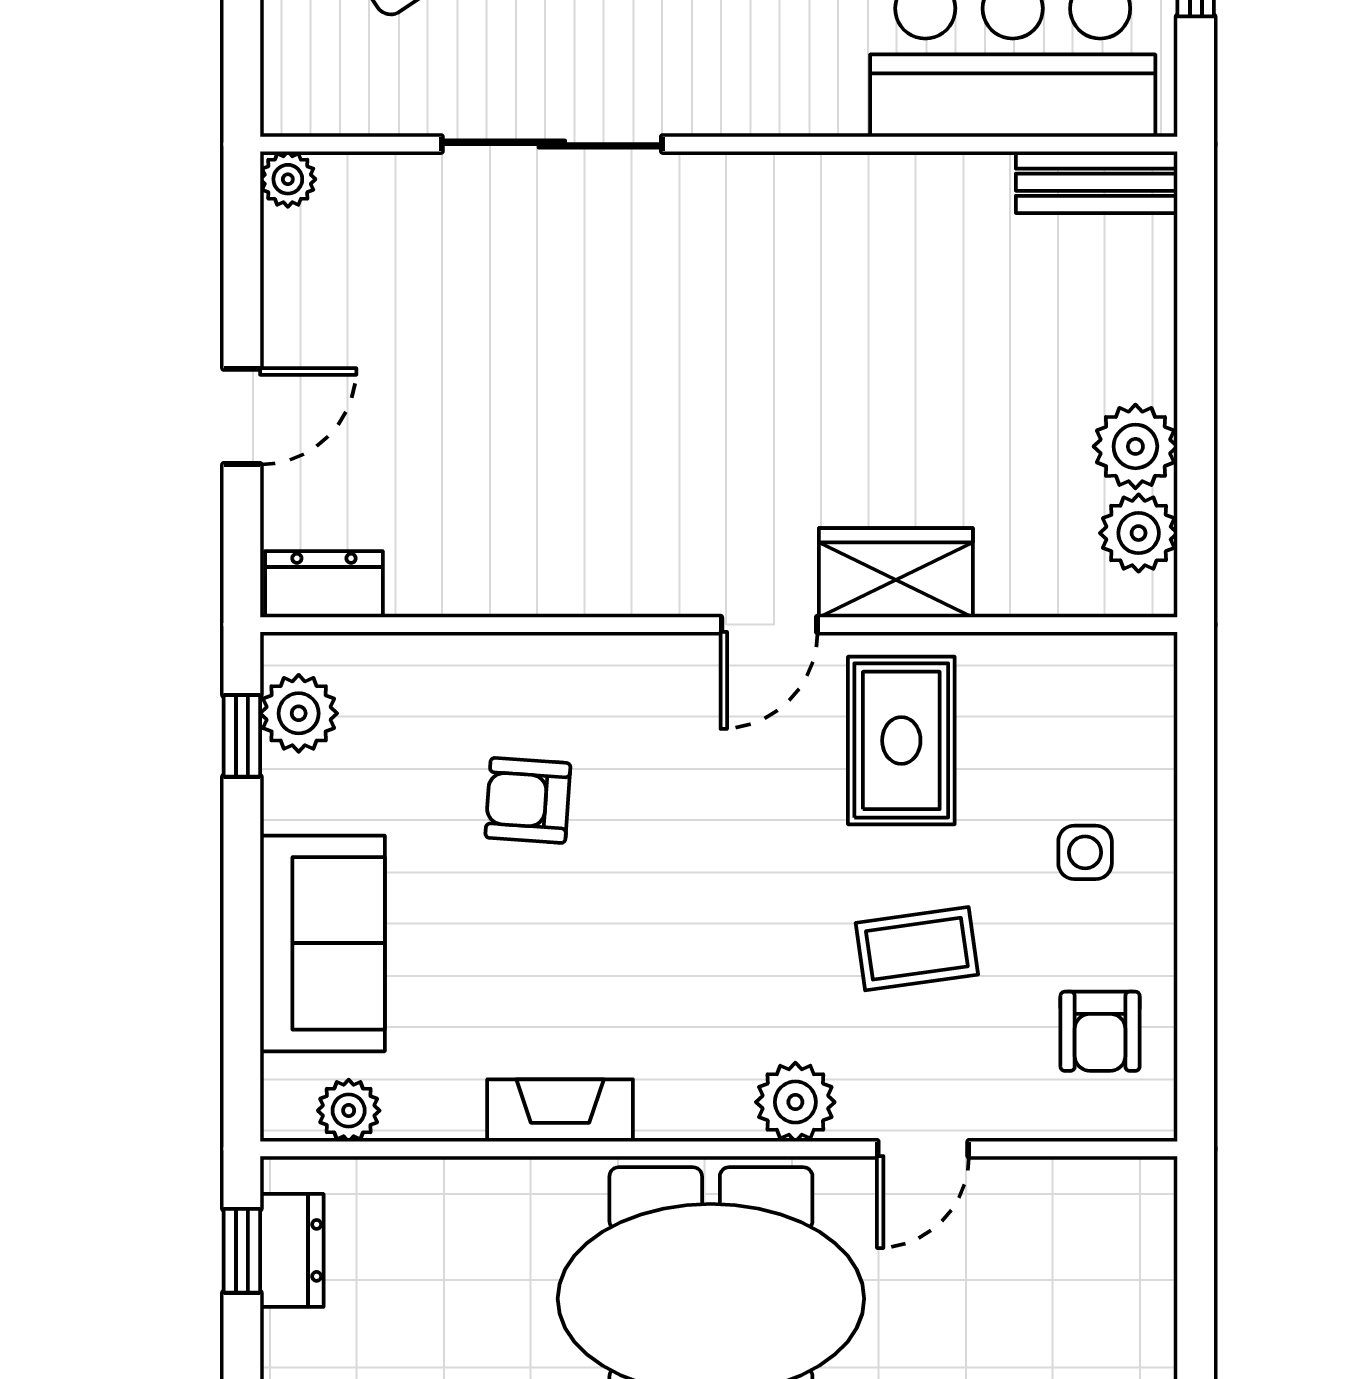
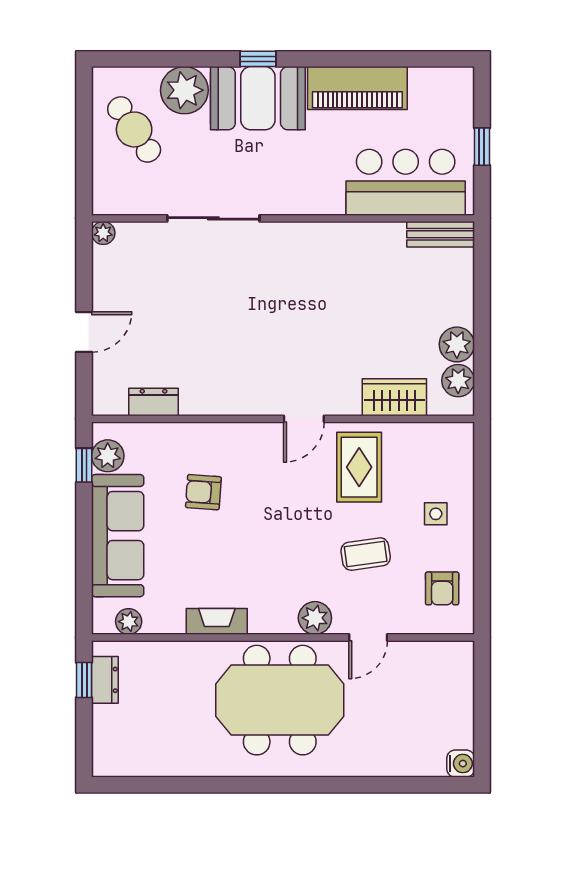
wardrobe: (896, 573) -> (394, 397), moved
dresser: (324, 584) -> (153, 402), moved
sofa: (322, 943) -> (118, 536), width x1.36

